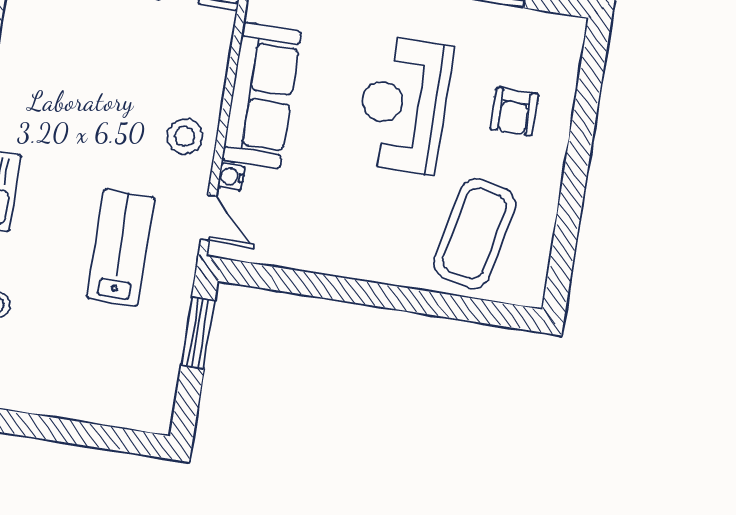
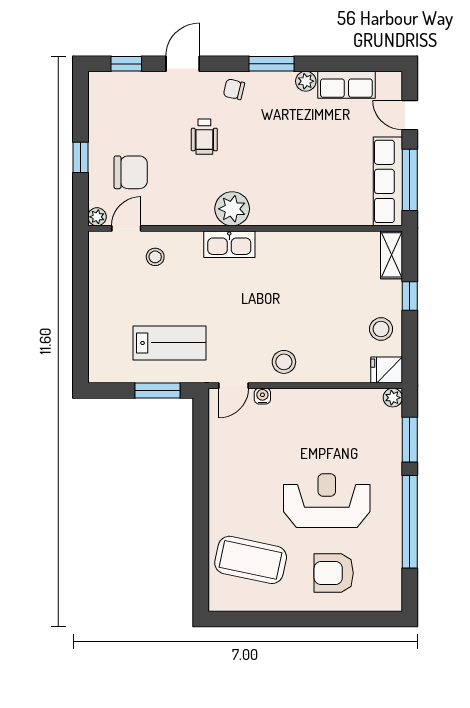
sofa: (262, 96) -> (318, 408), removed
armchair: (514, 112) -> (334, 573), width x1.38, depth x1.38
lab bench: (121, 248) -> (169, 343), moved

